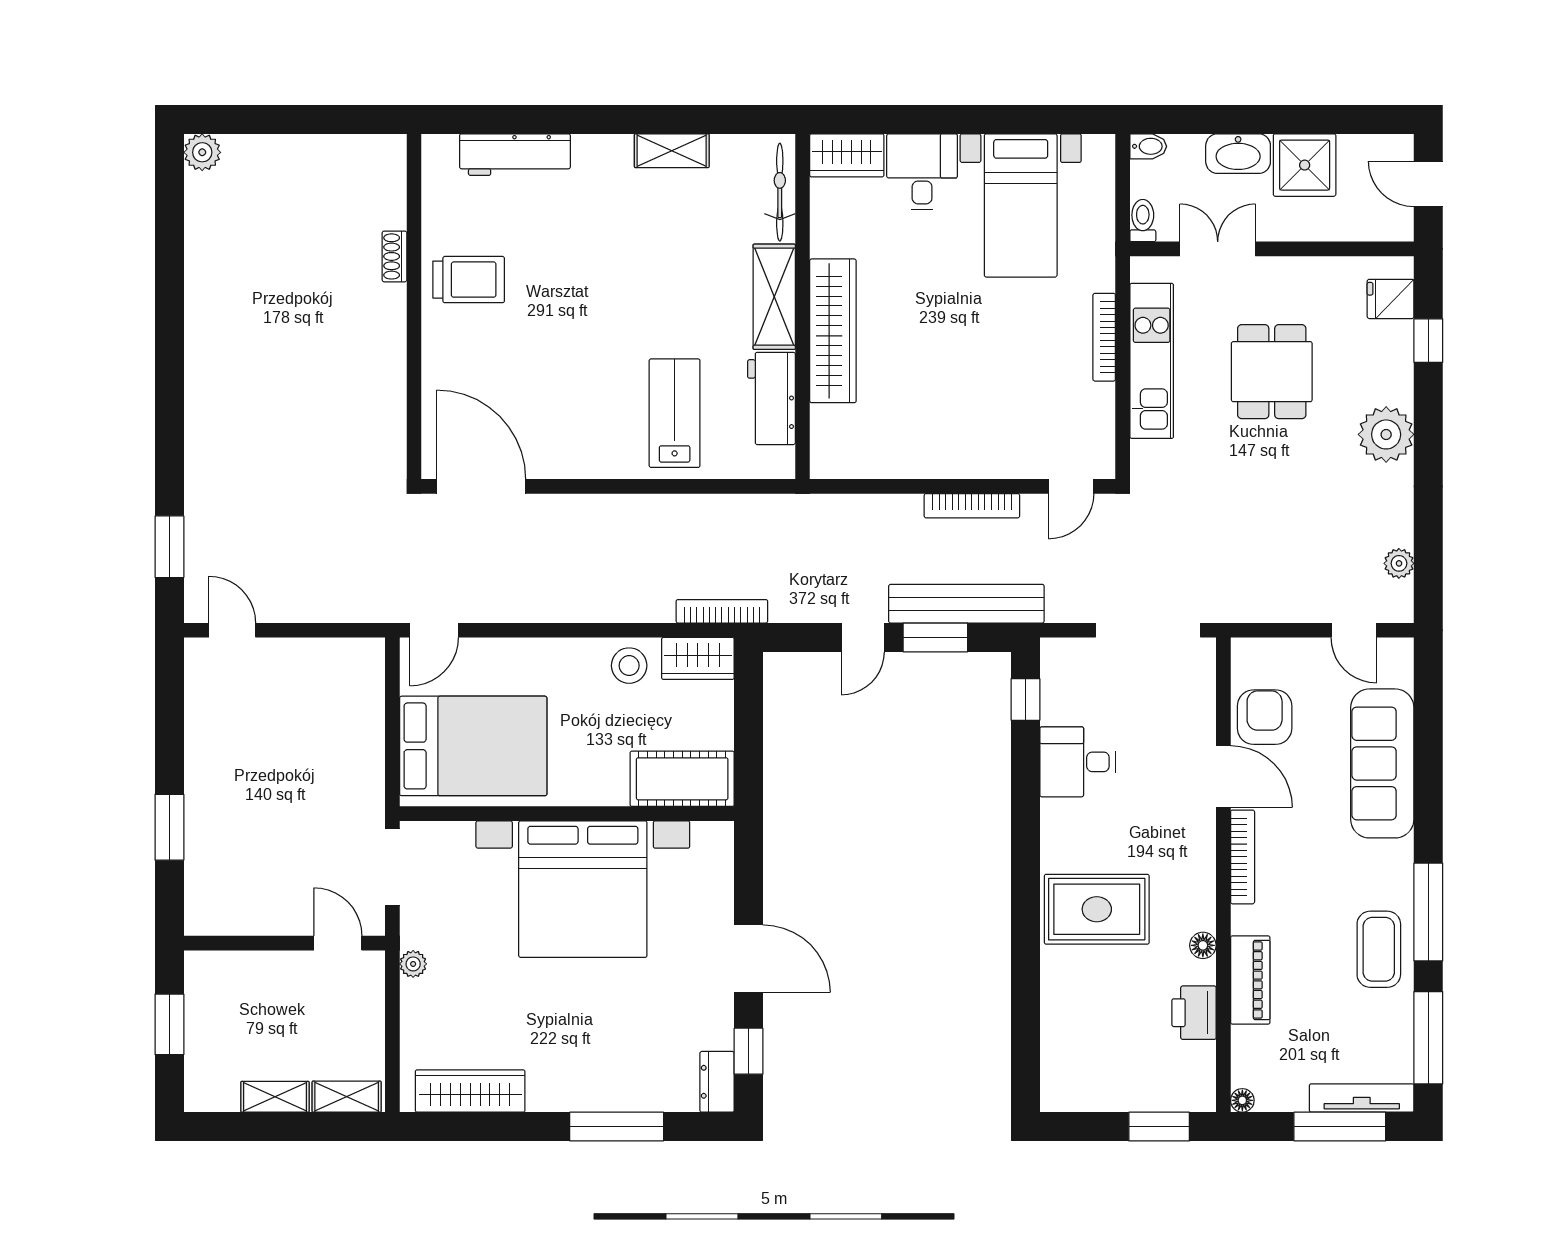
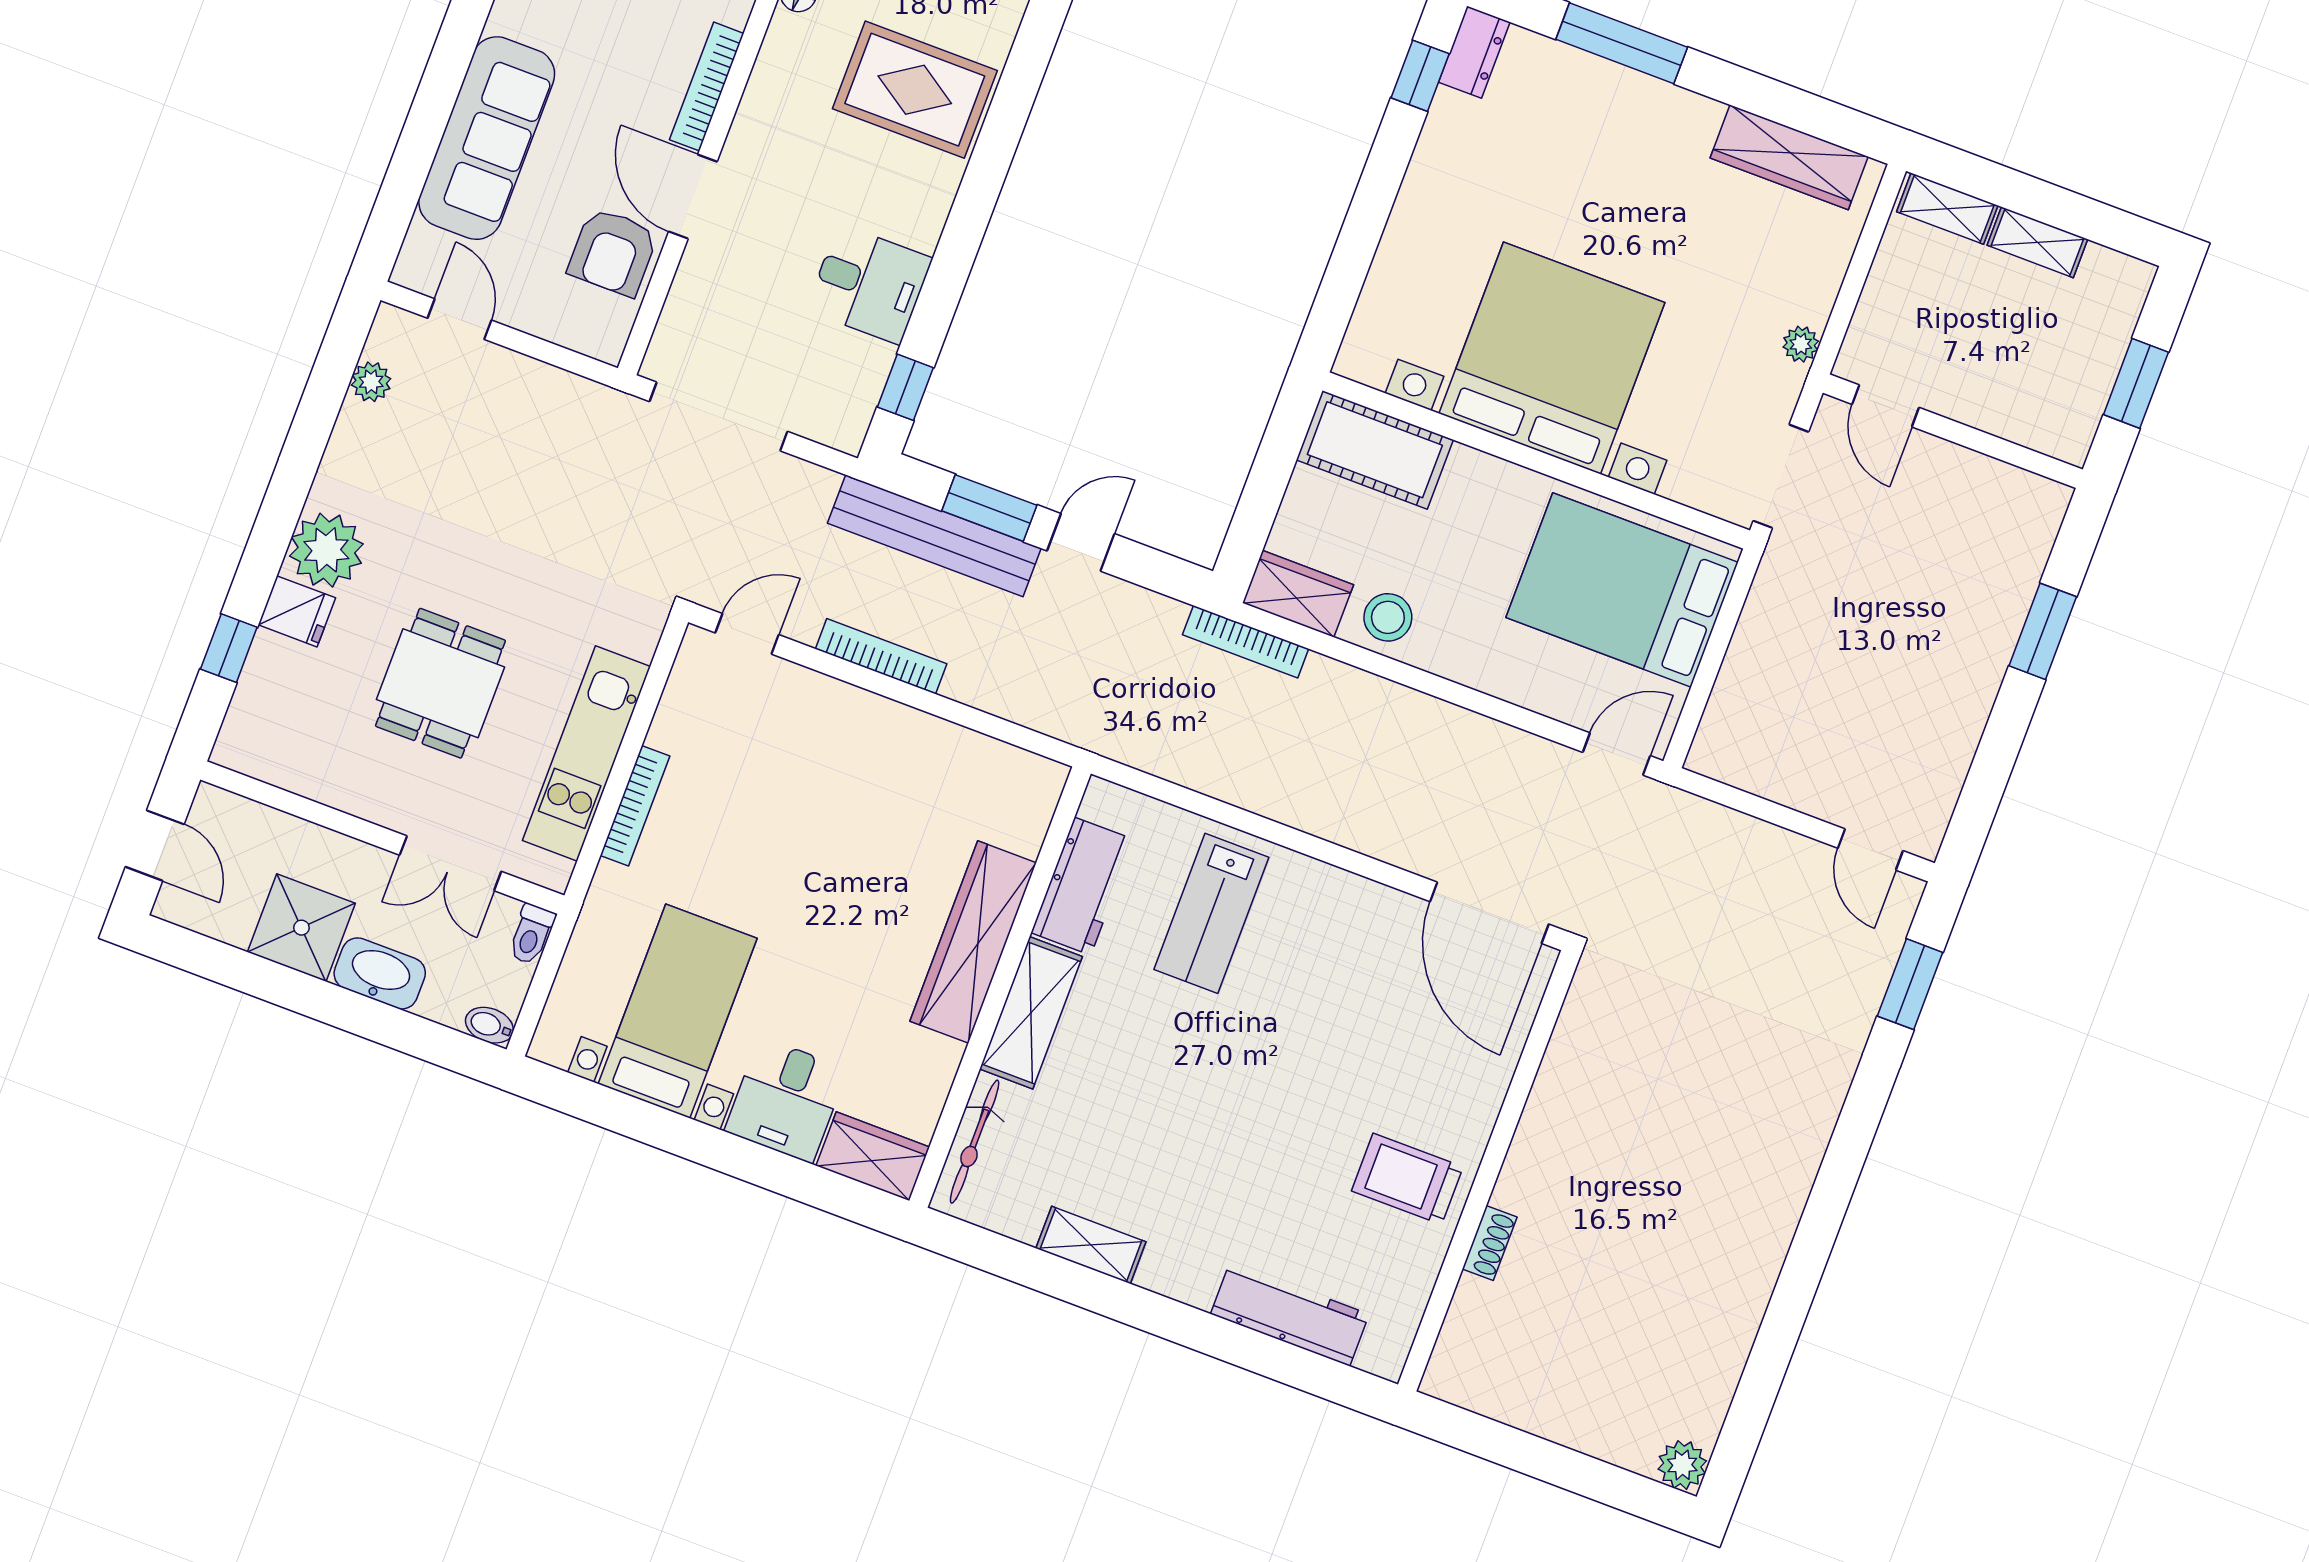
fridge: (1391, 299) -> (297, 611), moved
door: (749, 959) -> (1376, 192), removed

